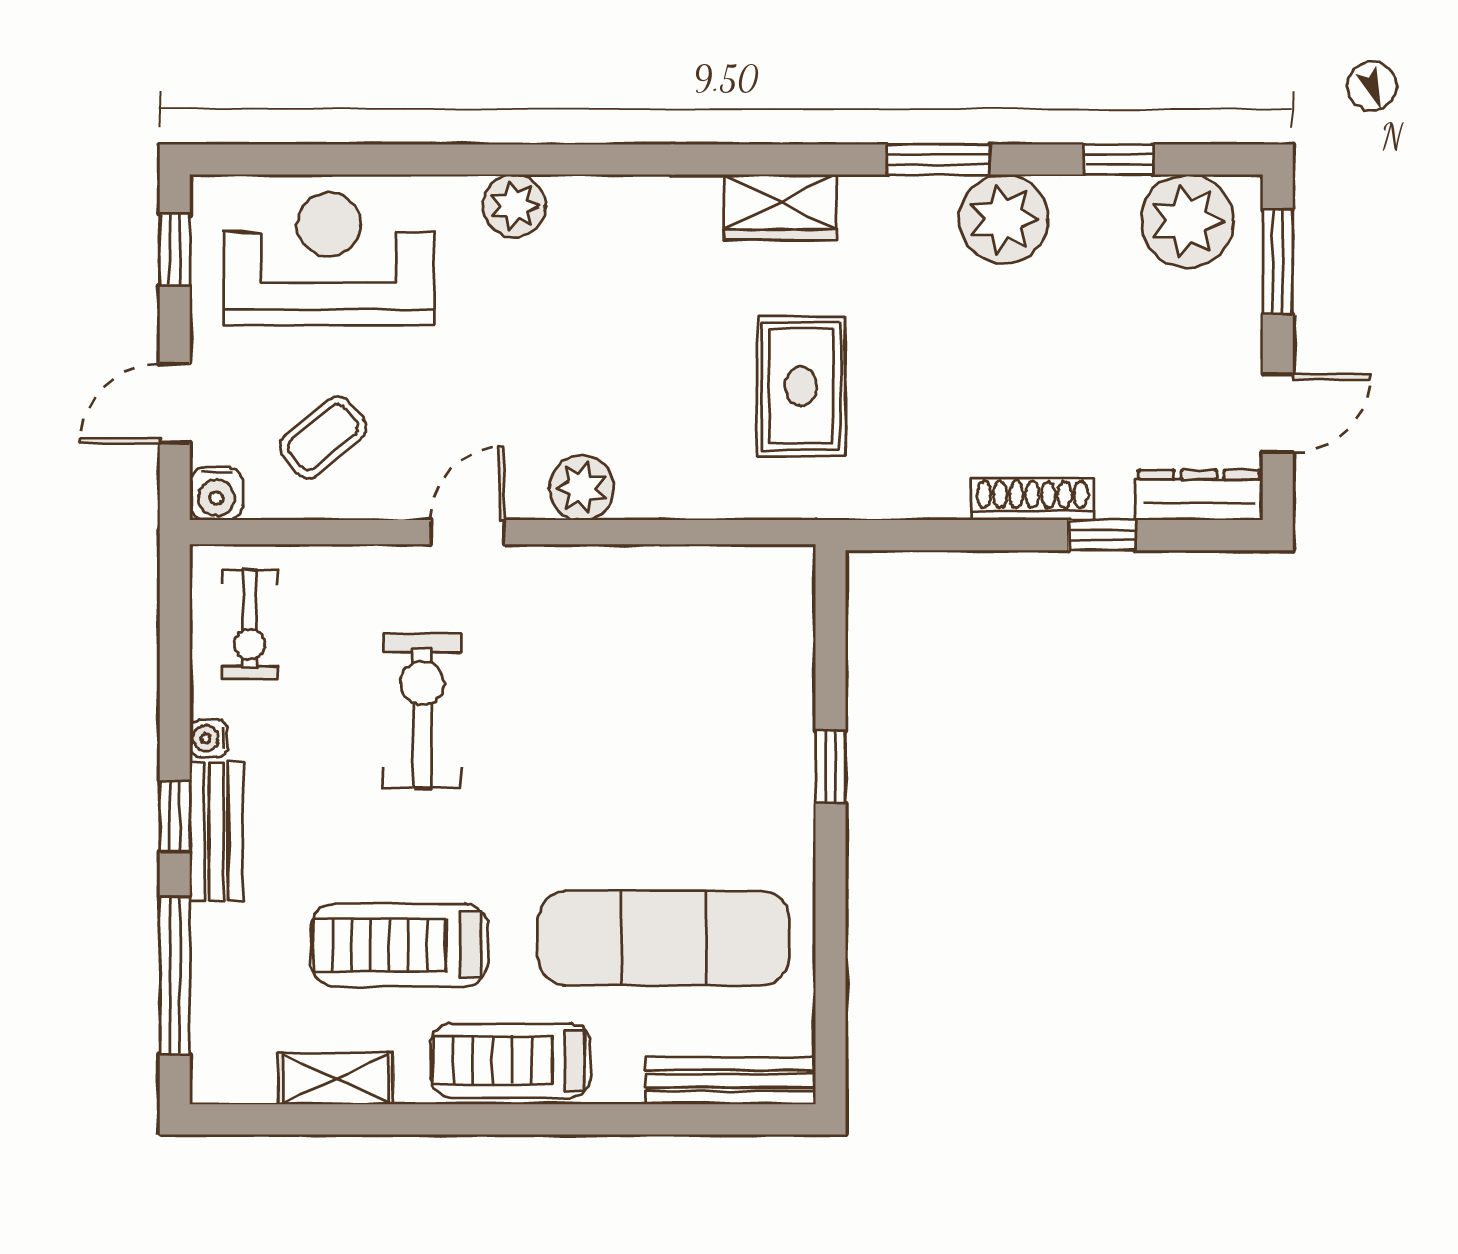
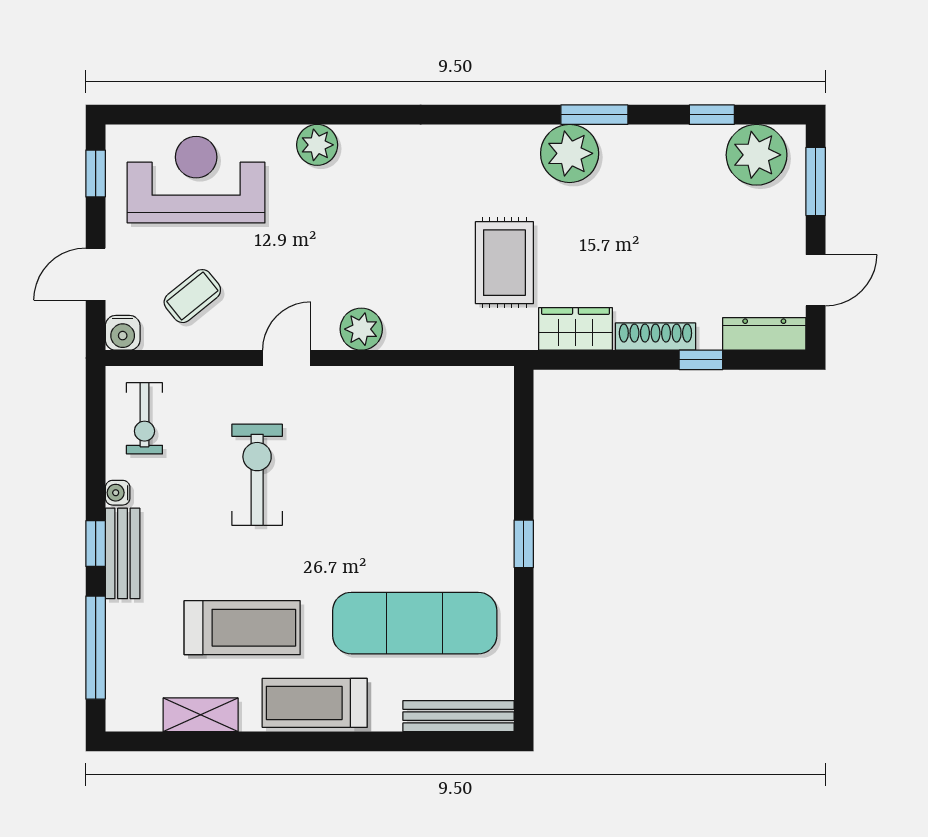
wardrobe: (780, 207) -> (575, 329), moved, turned 180
plant: (1004, 219) -> (570, 153), moved
window: (831, 767) -> (524, 544), moved
treadmill: (399, 945) -> (242, 628), turned 180

